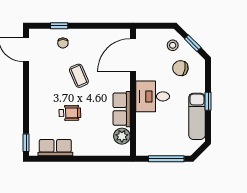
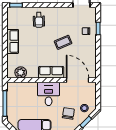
row of seats: (122, 109) -> (51, 72), moved
wheelchair: (70, 113) -> (39, 20), moved
row of seats: (55, 148) -> (13, 41), moved

